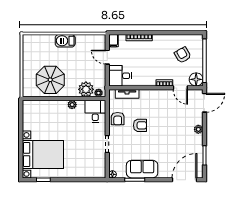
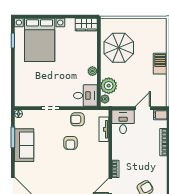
wardrobe: (28, 111) -> (86, 25), added

